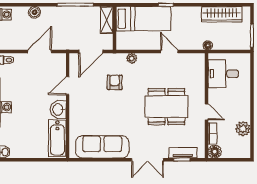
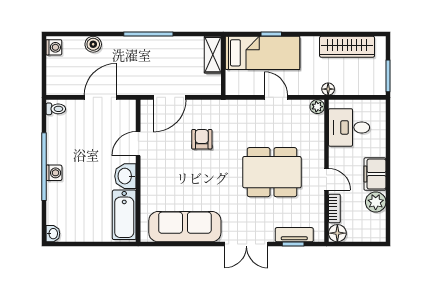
bed: (143, 19) -> (262, 53), moved
shelving: (107, 20) -> (213, 55), moved
wall: (114, 28) -> (223, 66), moved
plant: (132, 58) -> (317, 107), moved
filing cabinet: (242, 108) -> (375, 174), added

